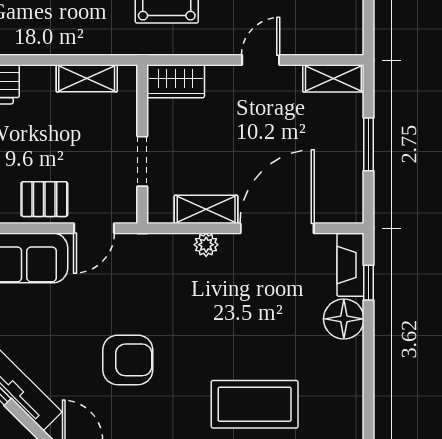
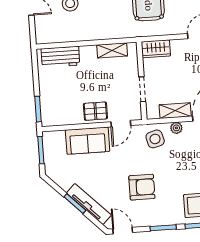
side table: (161, 264) -> (155, 139), added

